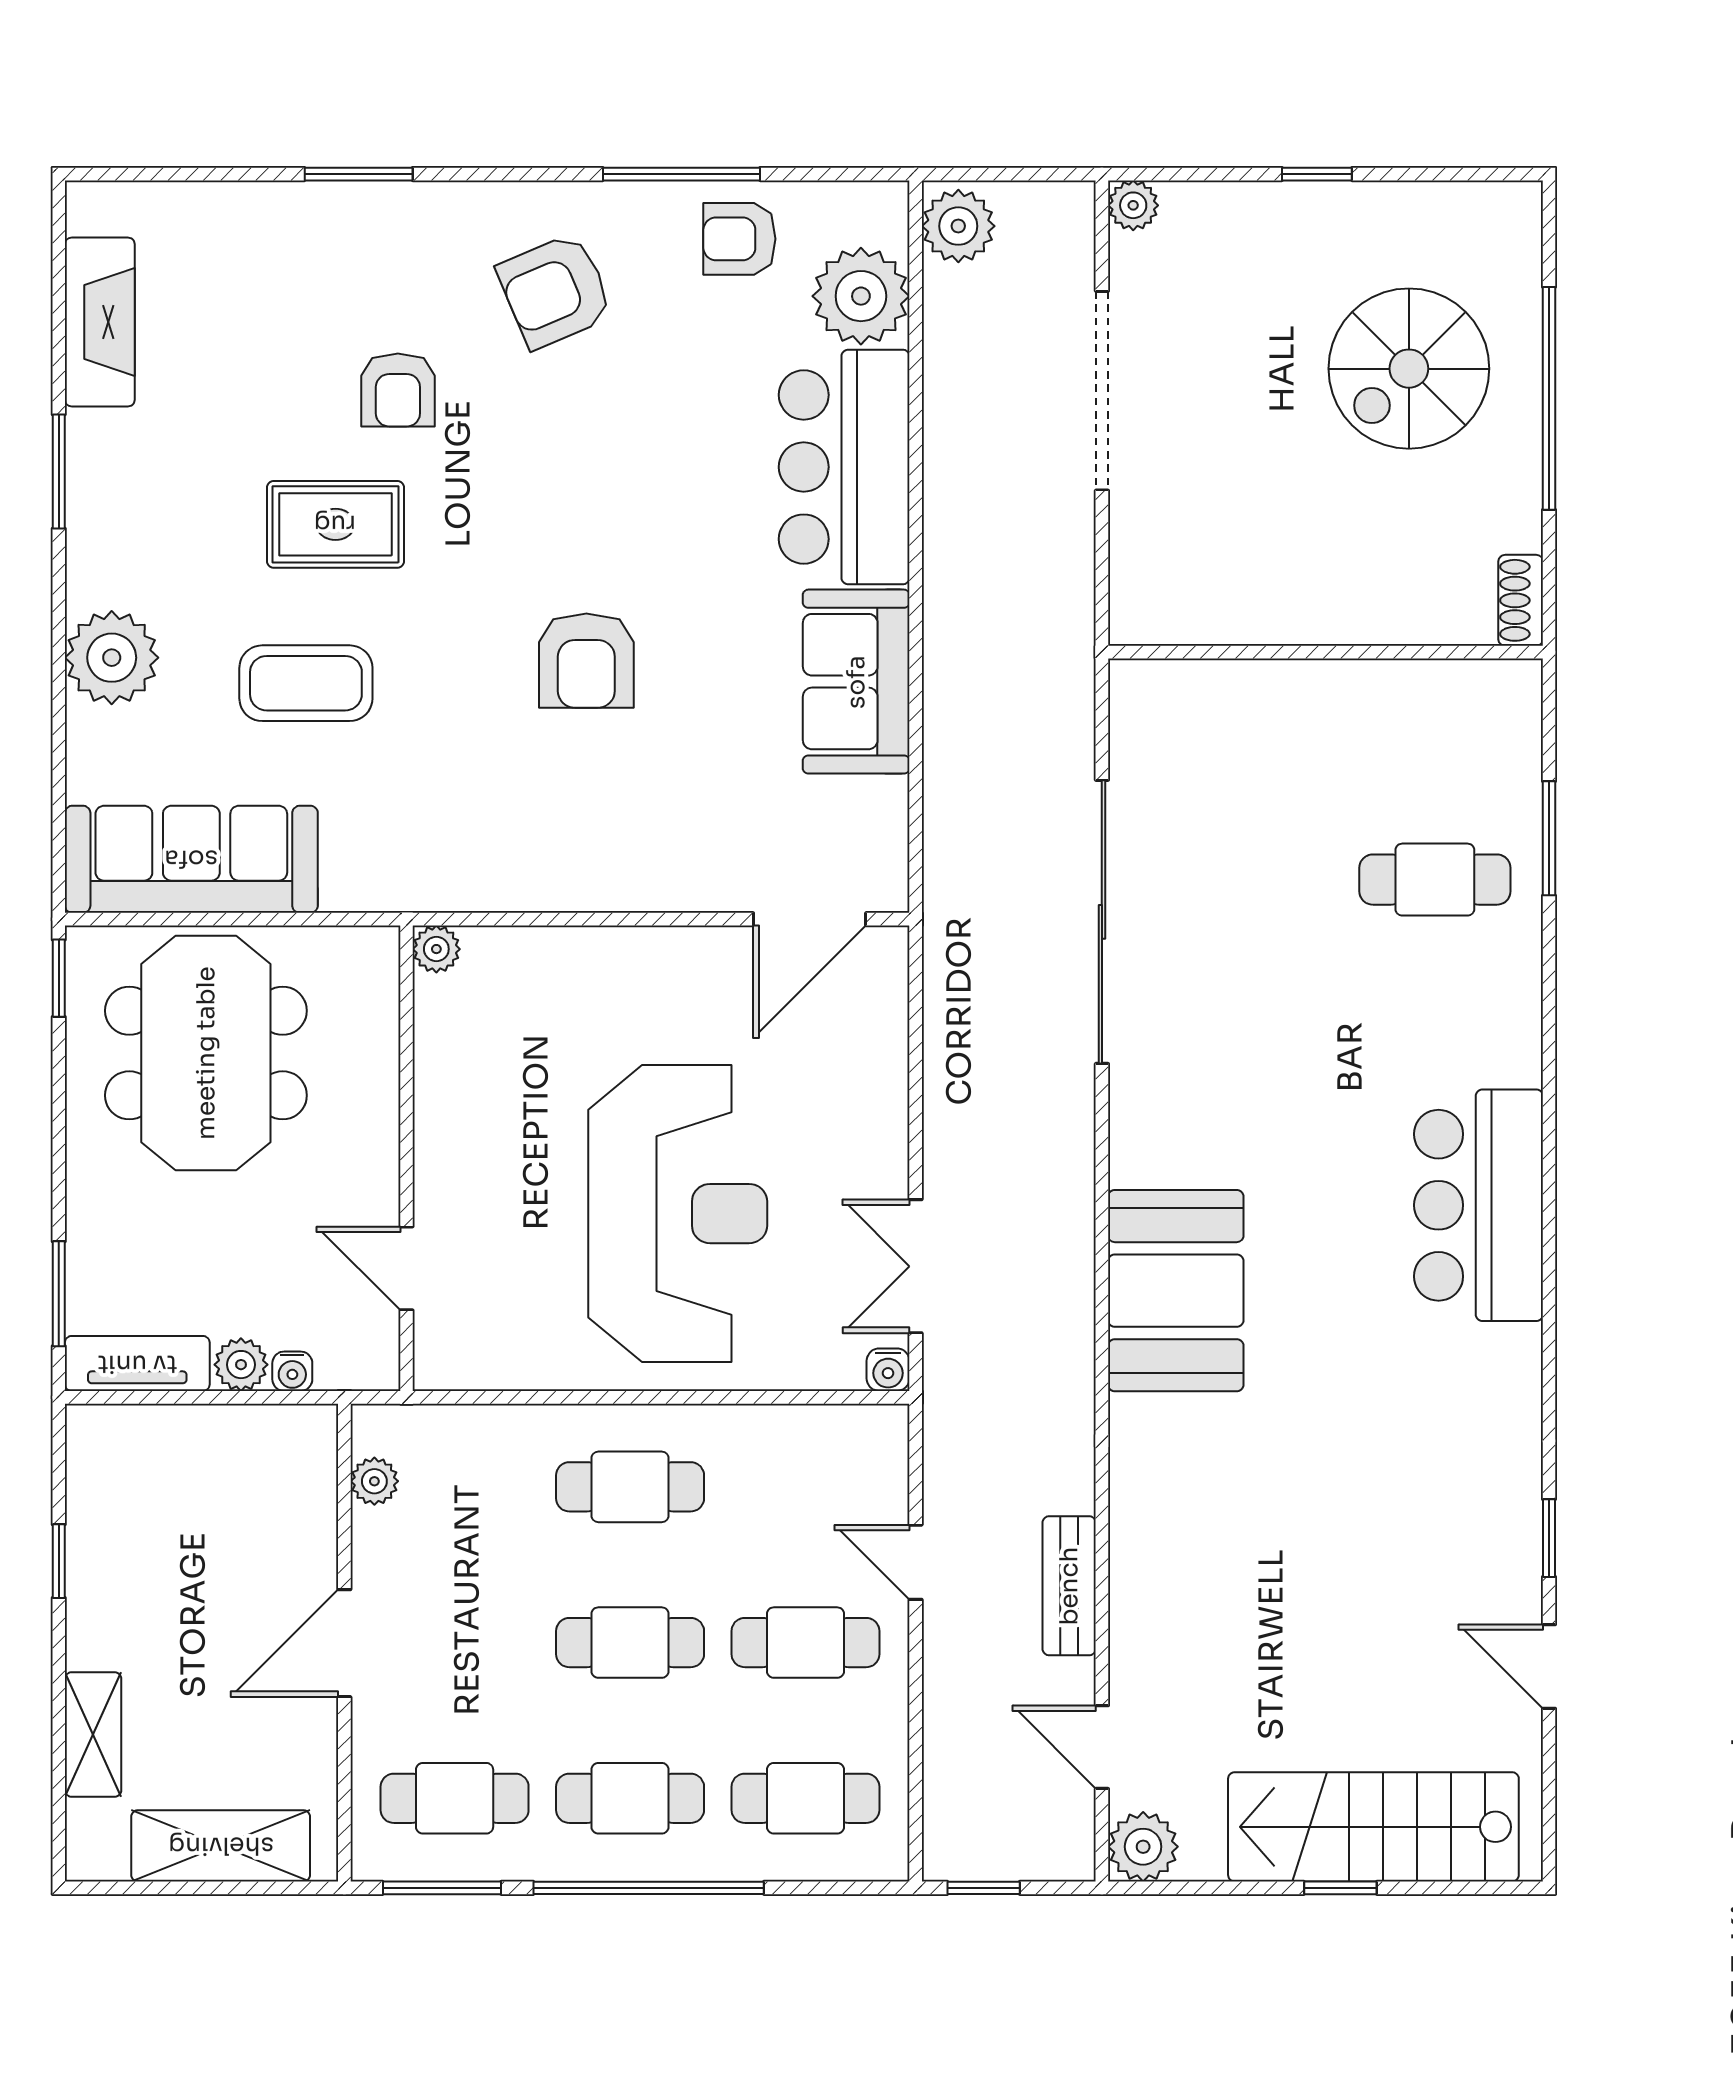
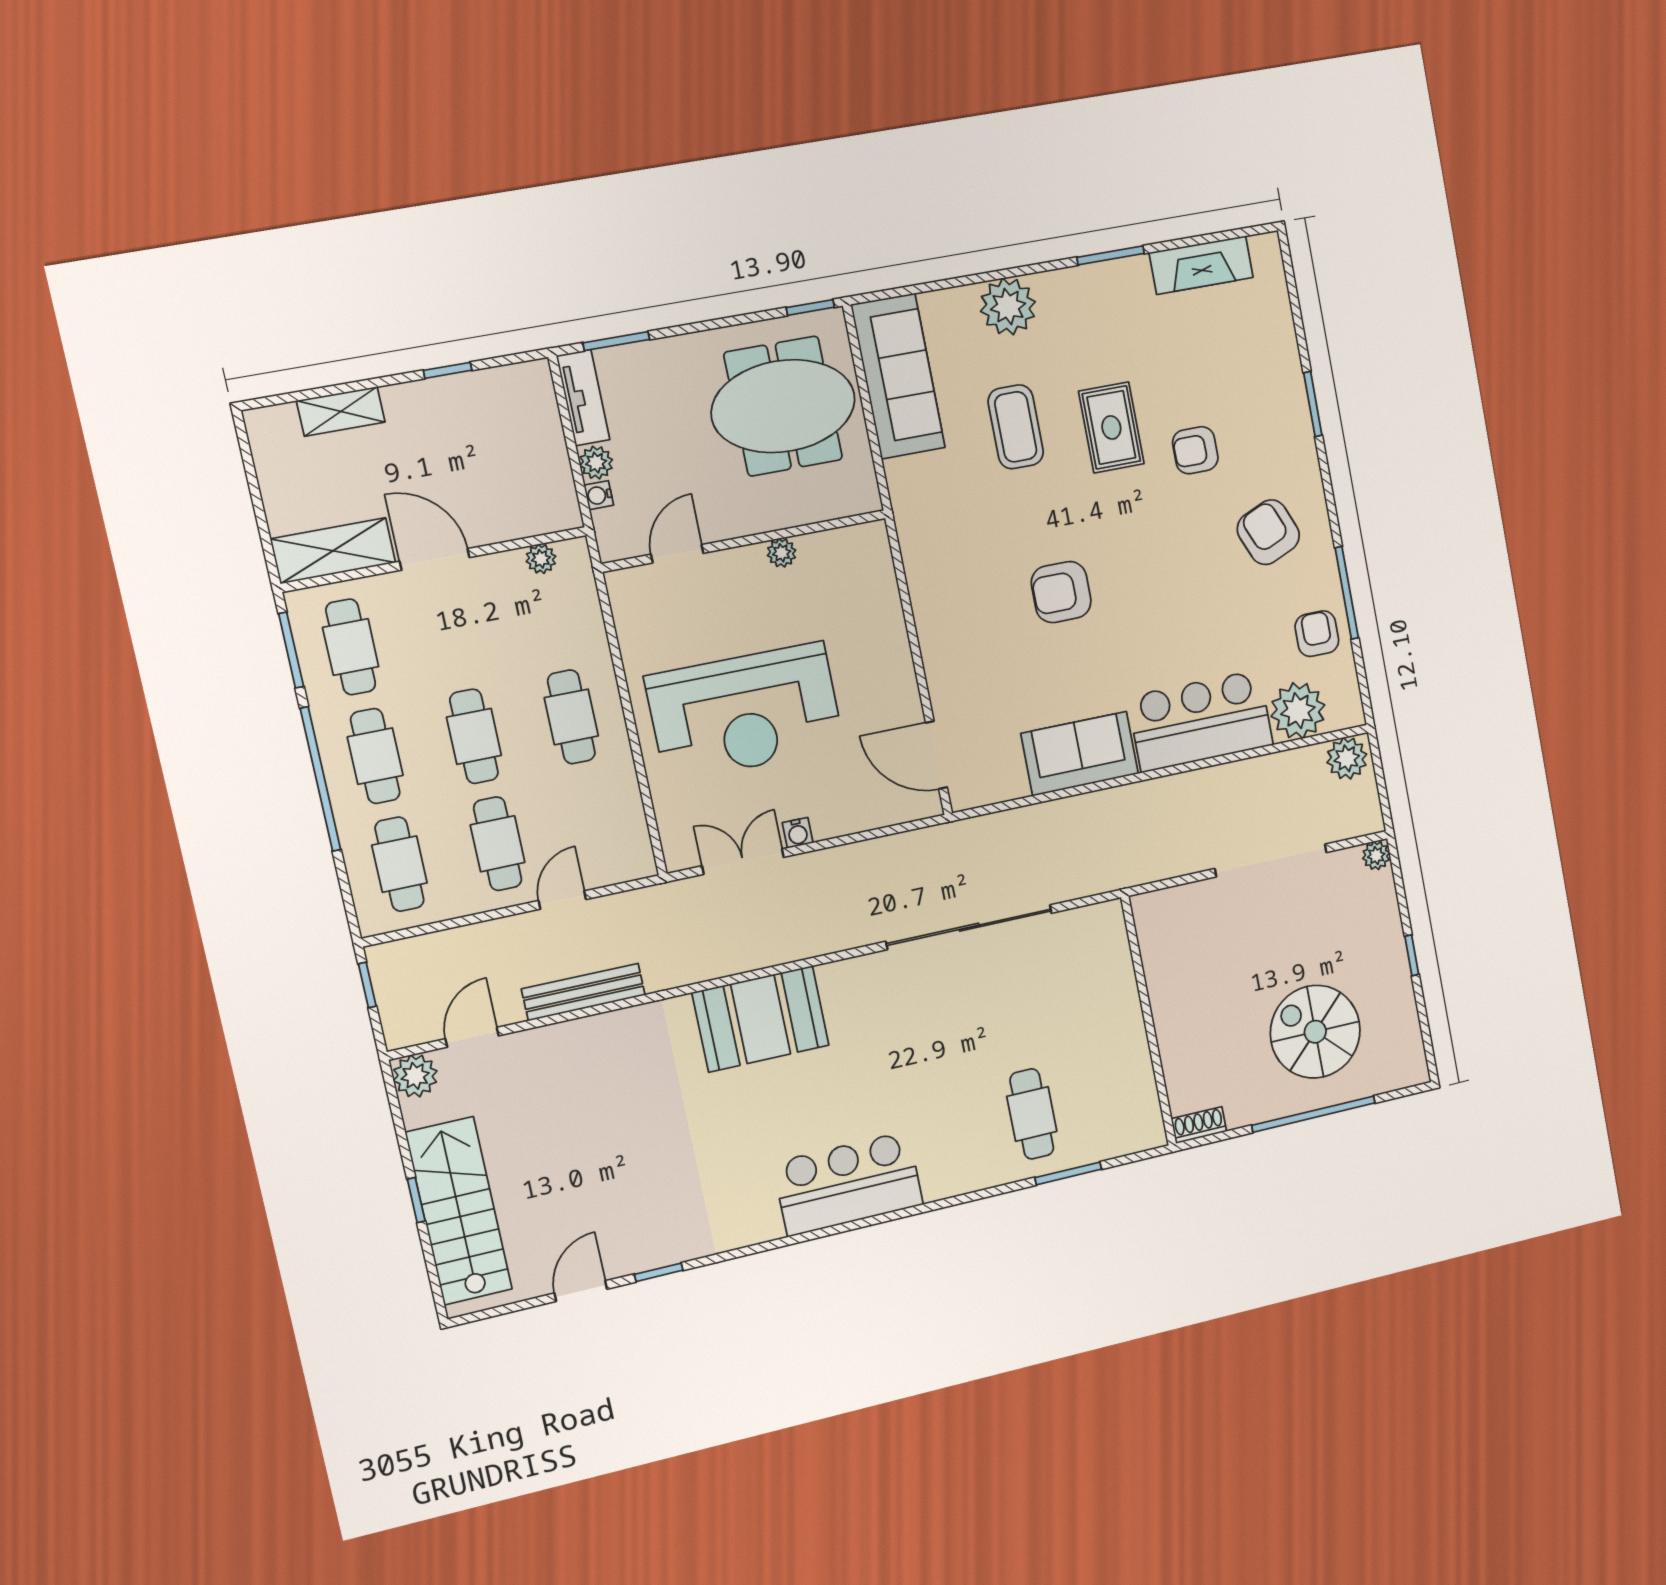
plant: (436, 949) -> (782, 553), moved
water cooler: (888, 1370) -> (798, 833), moved, turned -90
bench: (1069, 1586) -> (583, 992), width x1.36
shelving: (221, 1846) -> (333, 551), moved, turned 90

